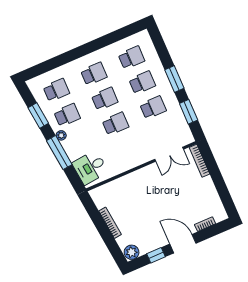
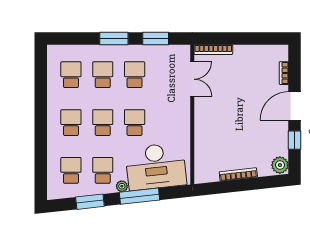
desk: (90, 167) -> (156, 166), width x1.87, depth x1.30

